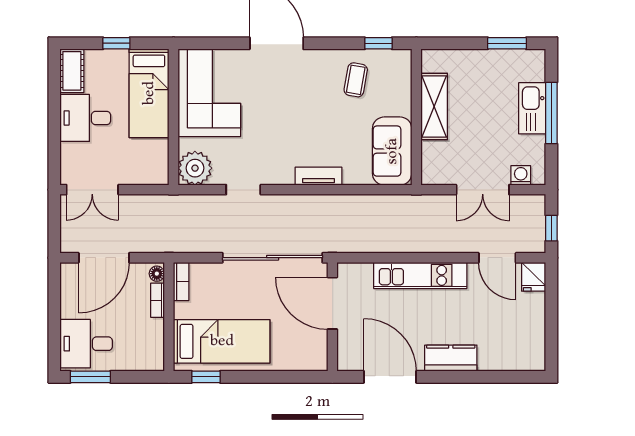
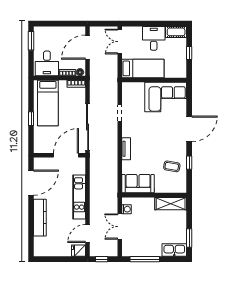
window: (378, 43) -> (189, 163), moved
bed: (149, 93) -> (143, 68), moved, turned 180
shelving: (434, 107) -> (171, 204), moved
kitchen sink: (532, 108) -> (174, 250), moved
window: (551, 113) -> (145, 259), moved
plant: (195, 168) -> (130, 90), removed
washing machine: (521, 175) -> (127, 209), moved
door: (104, 258) -> (88, 47), hinge flipped
desk: (86, 344) -> (47, 63), moved, turned 180
kitchen counter: (451, 358) -> (40, 218), width x1.50
window: (206, 377) -> (31, 119), moved

